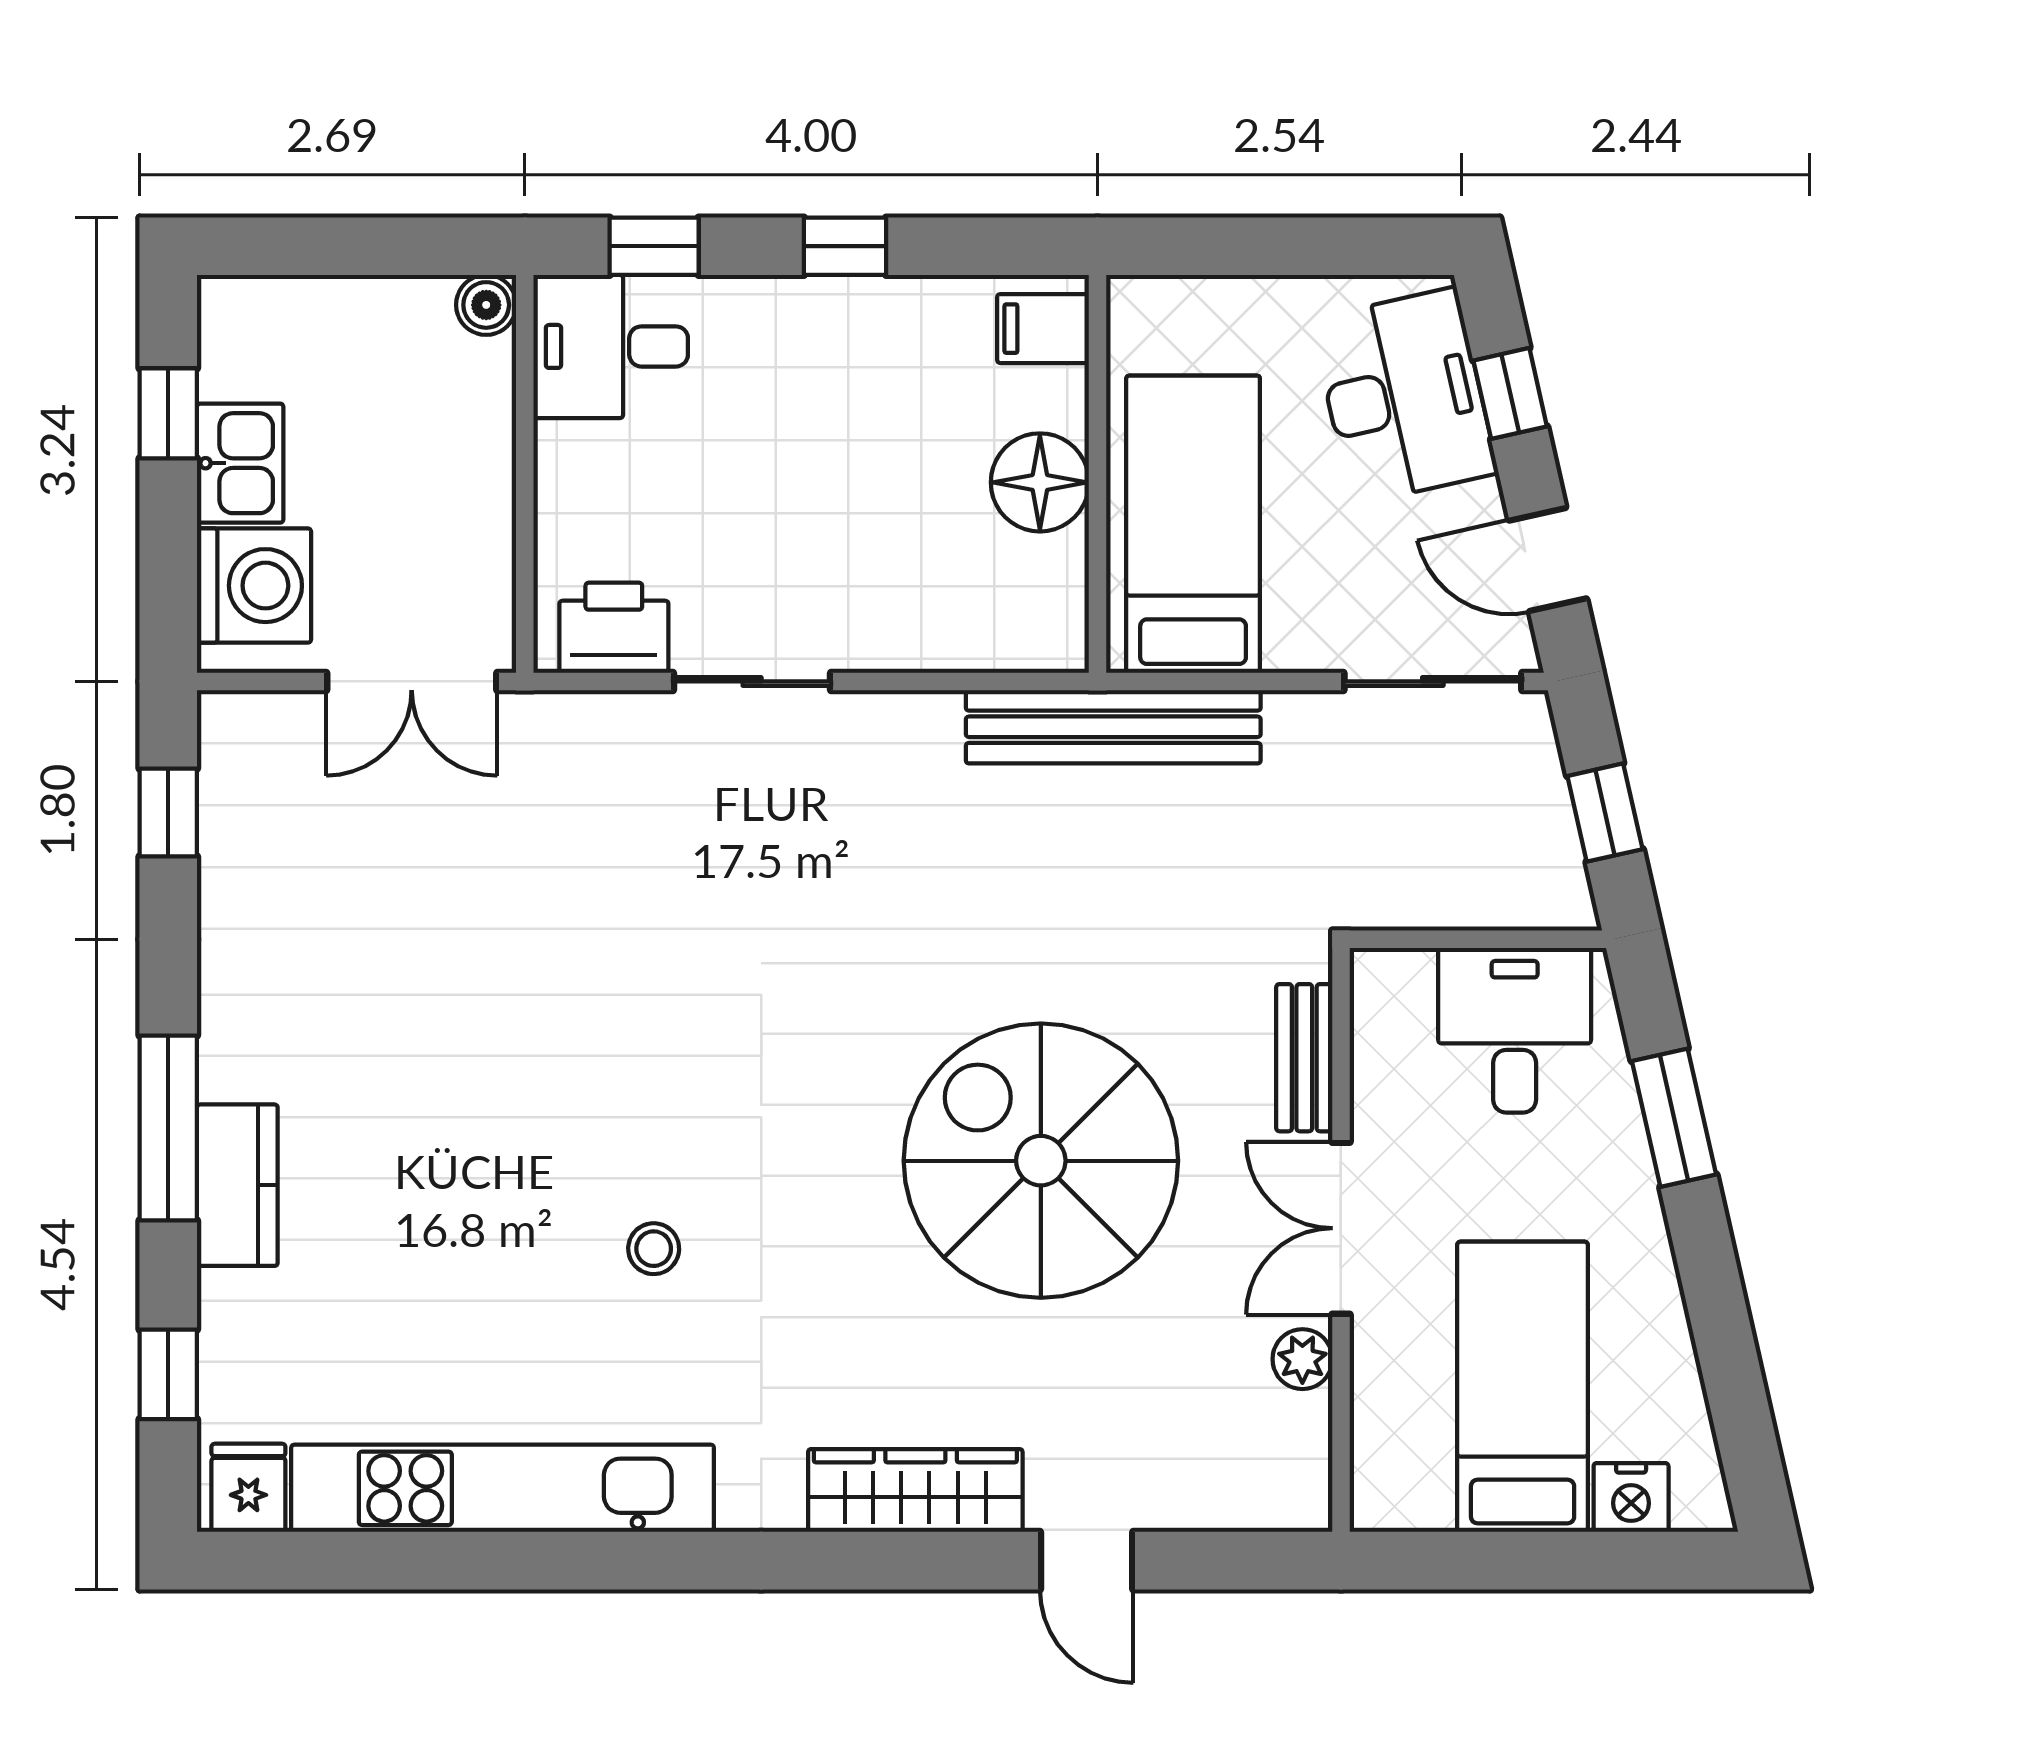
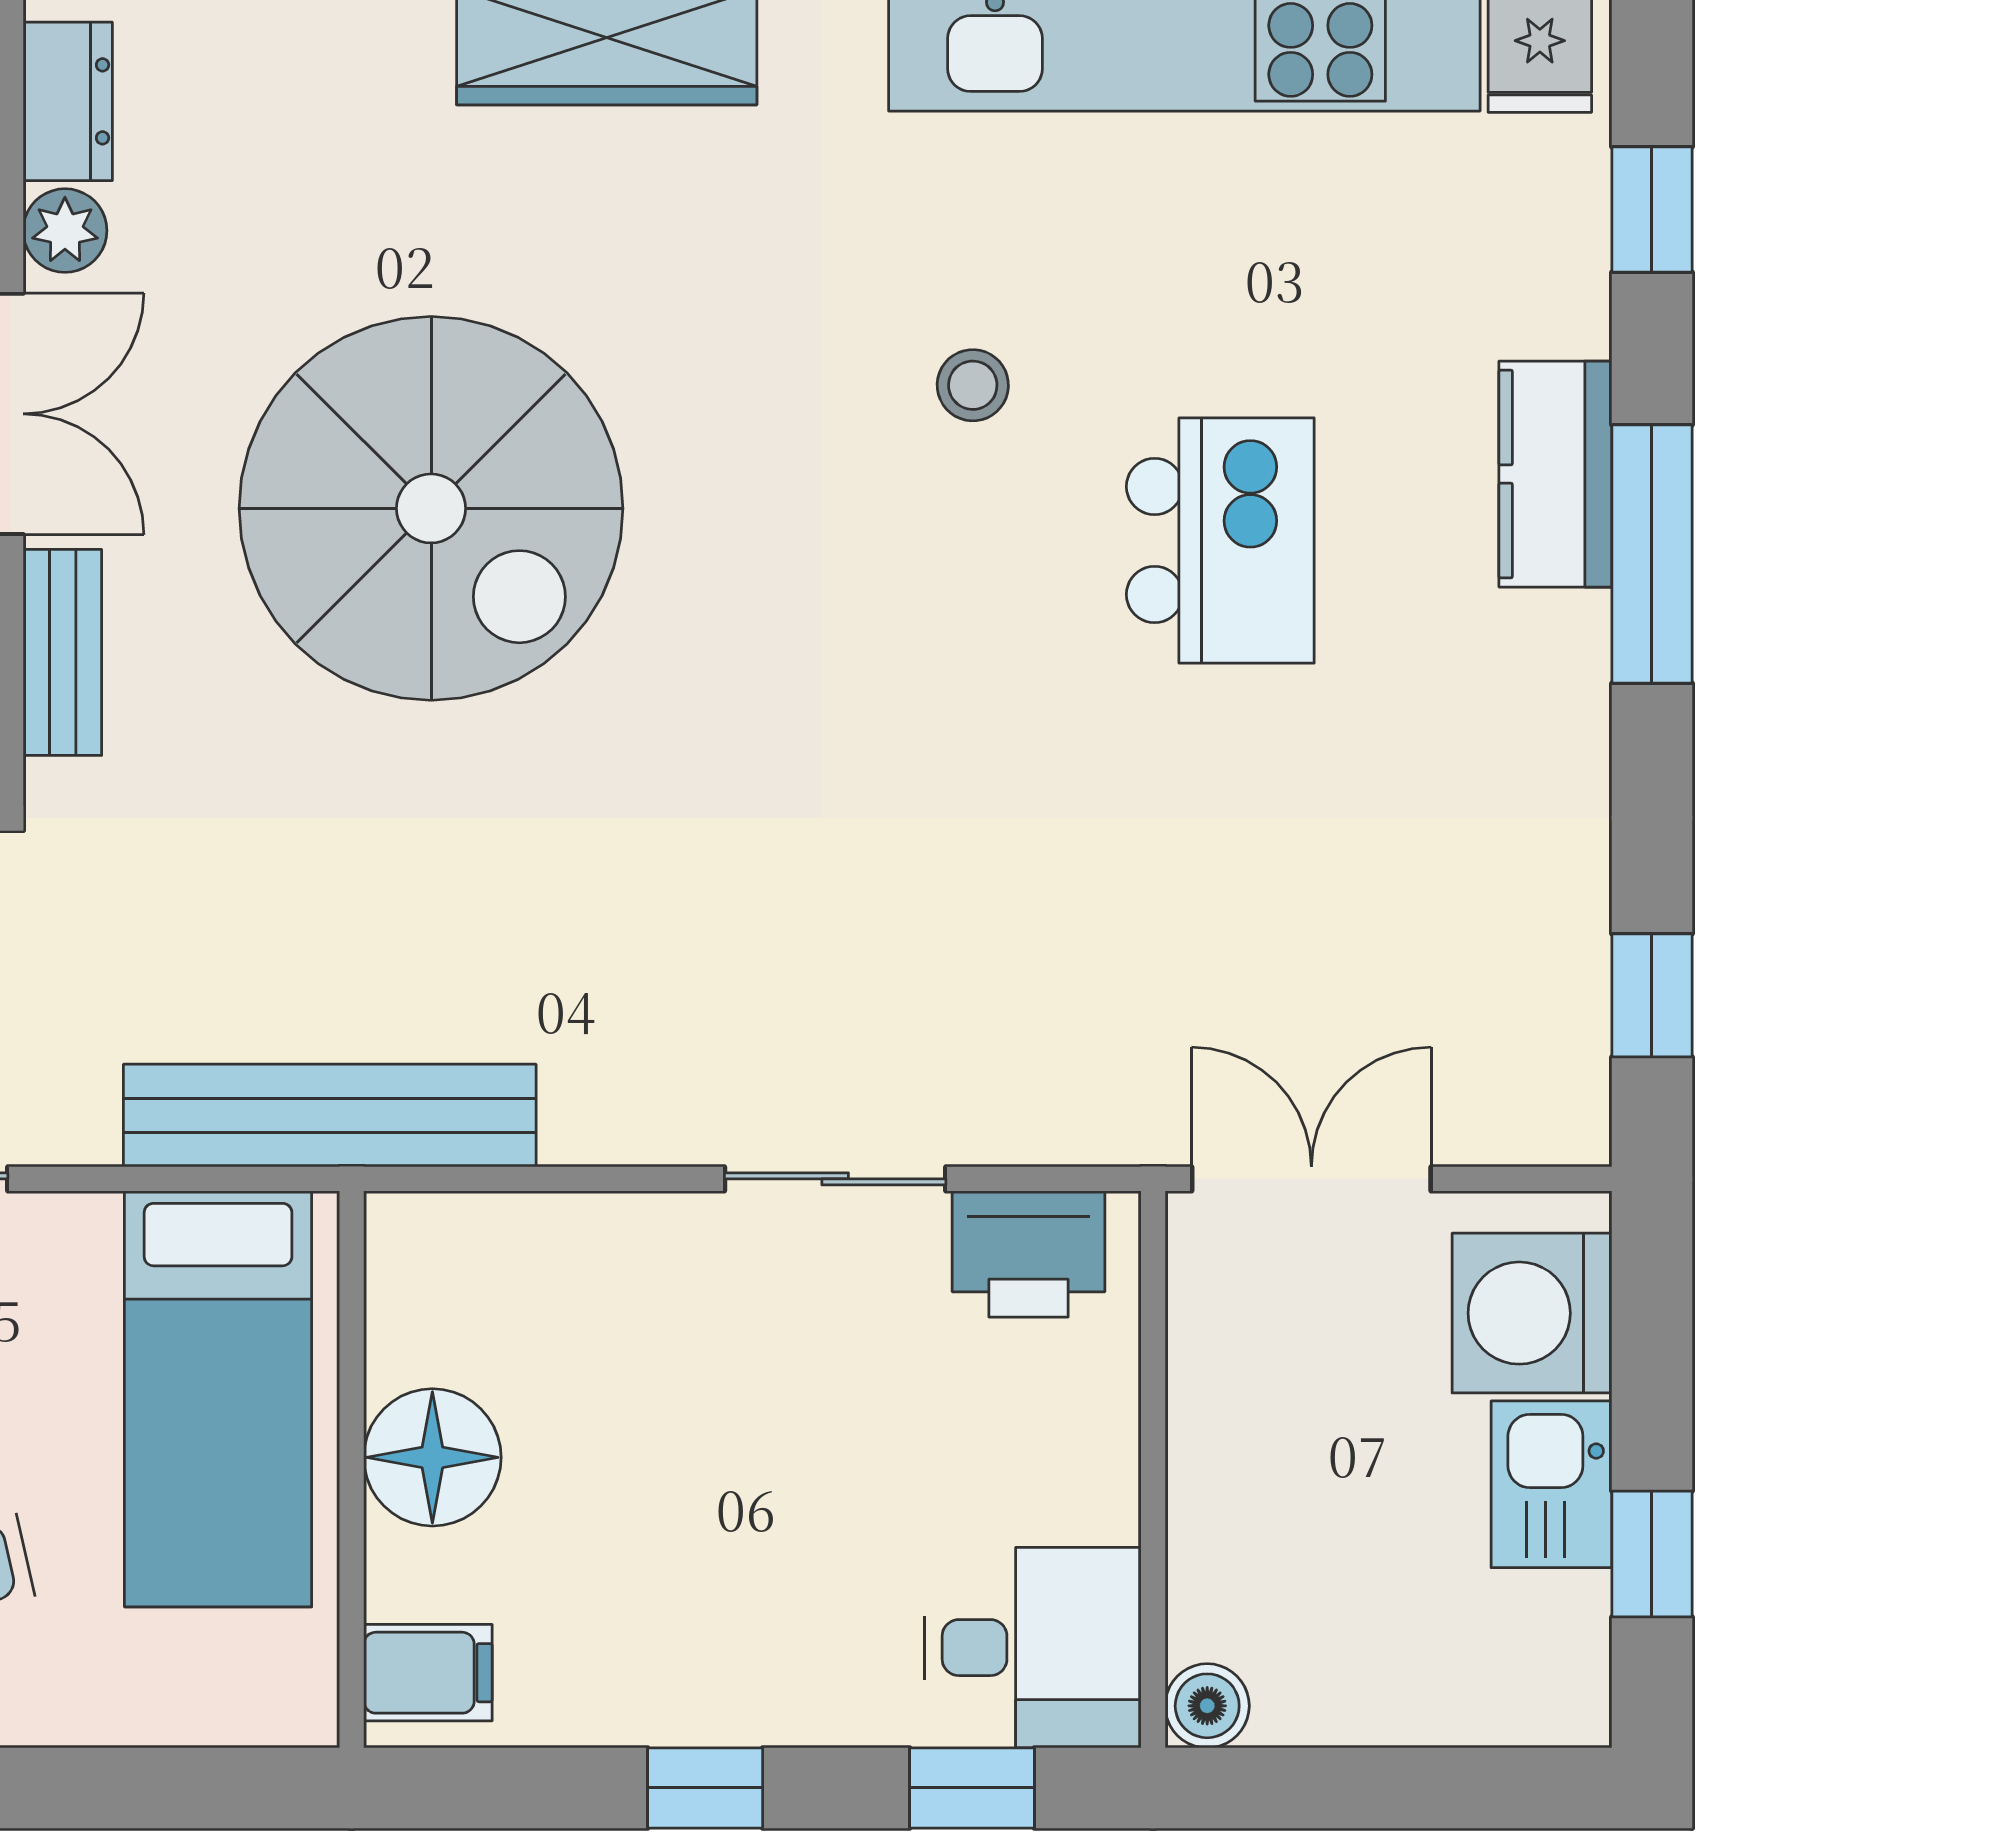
kitchen island: (477, 1138) -> (1220, 541), added
dresser: (1300, 1452) -> (68, 101), added

